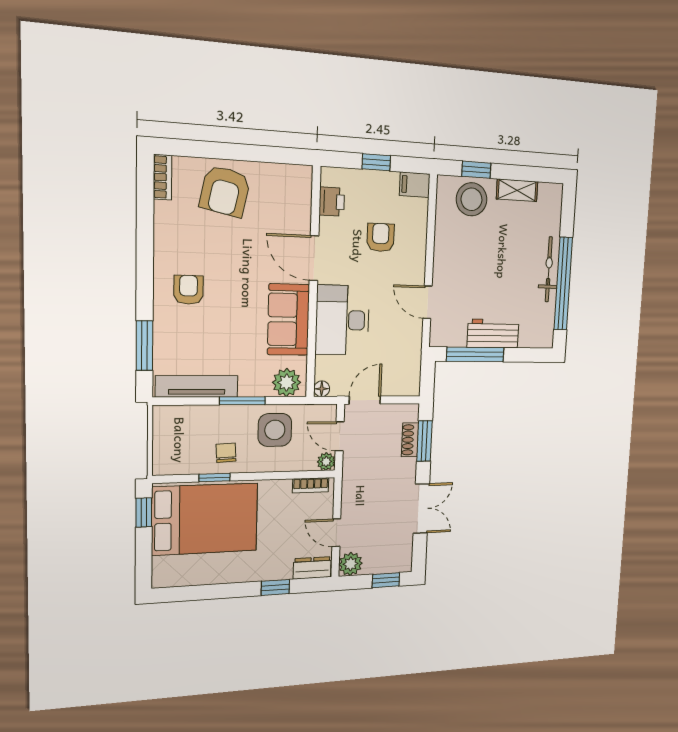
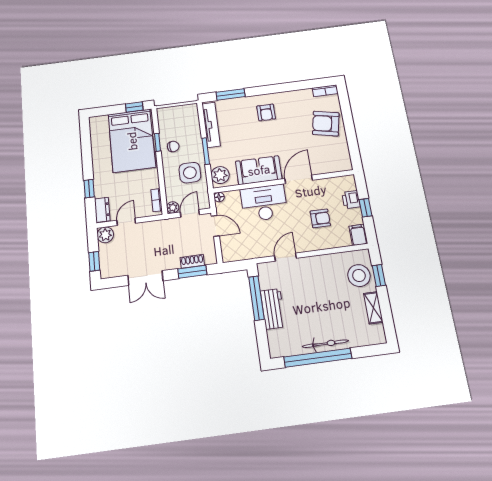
printer: (332, 202) -> (351, 200), moved, turned 90
armchair: (188, 290) -> (266, 112), turned 90

